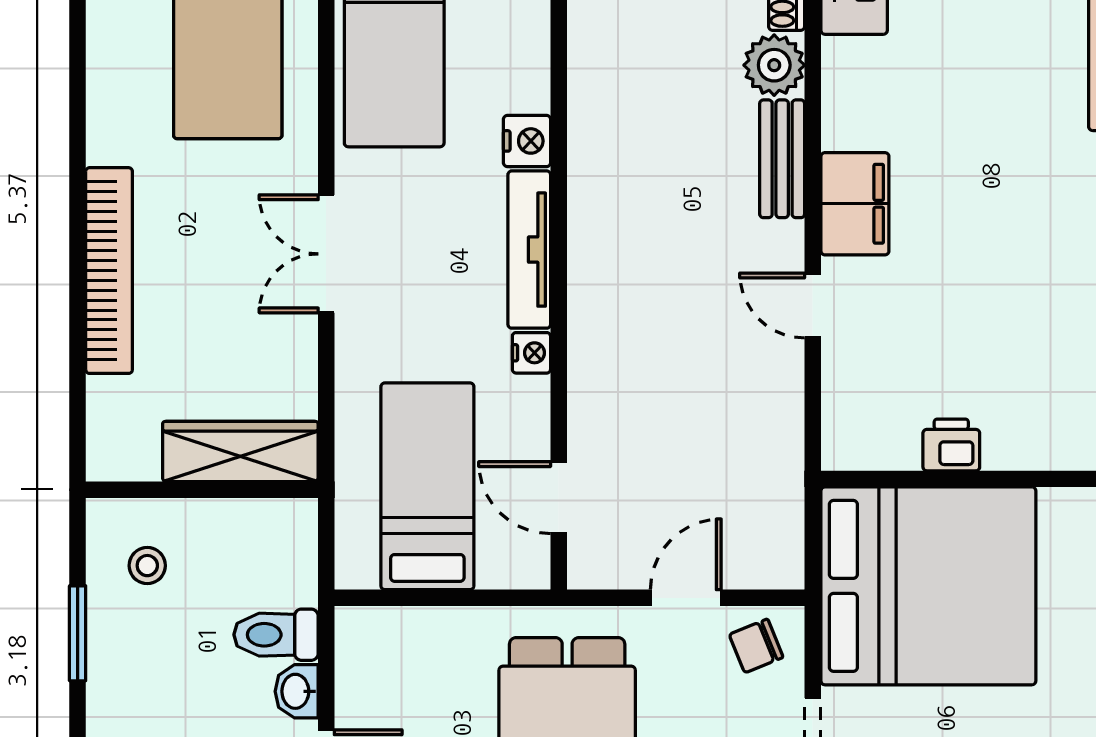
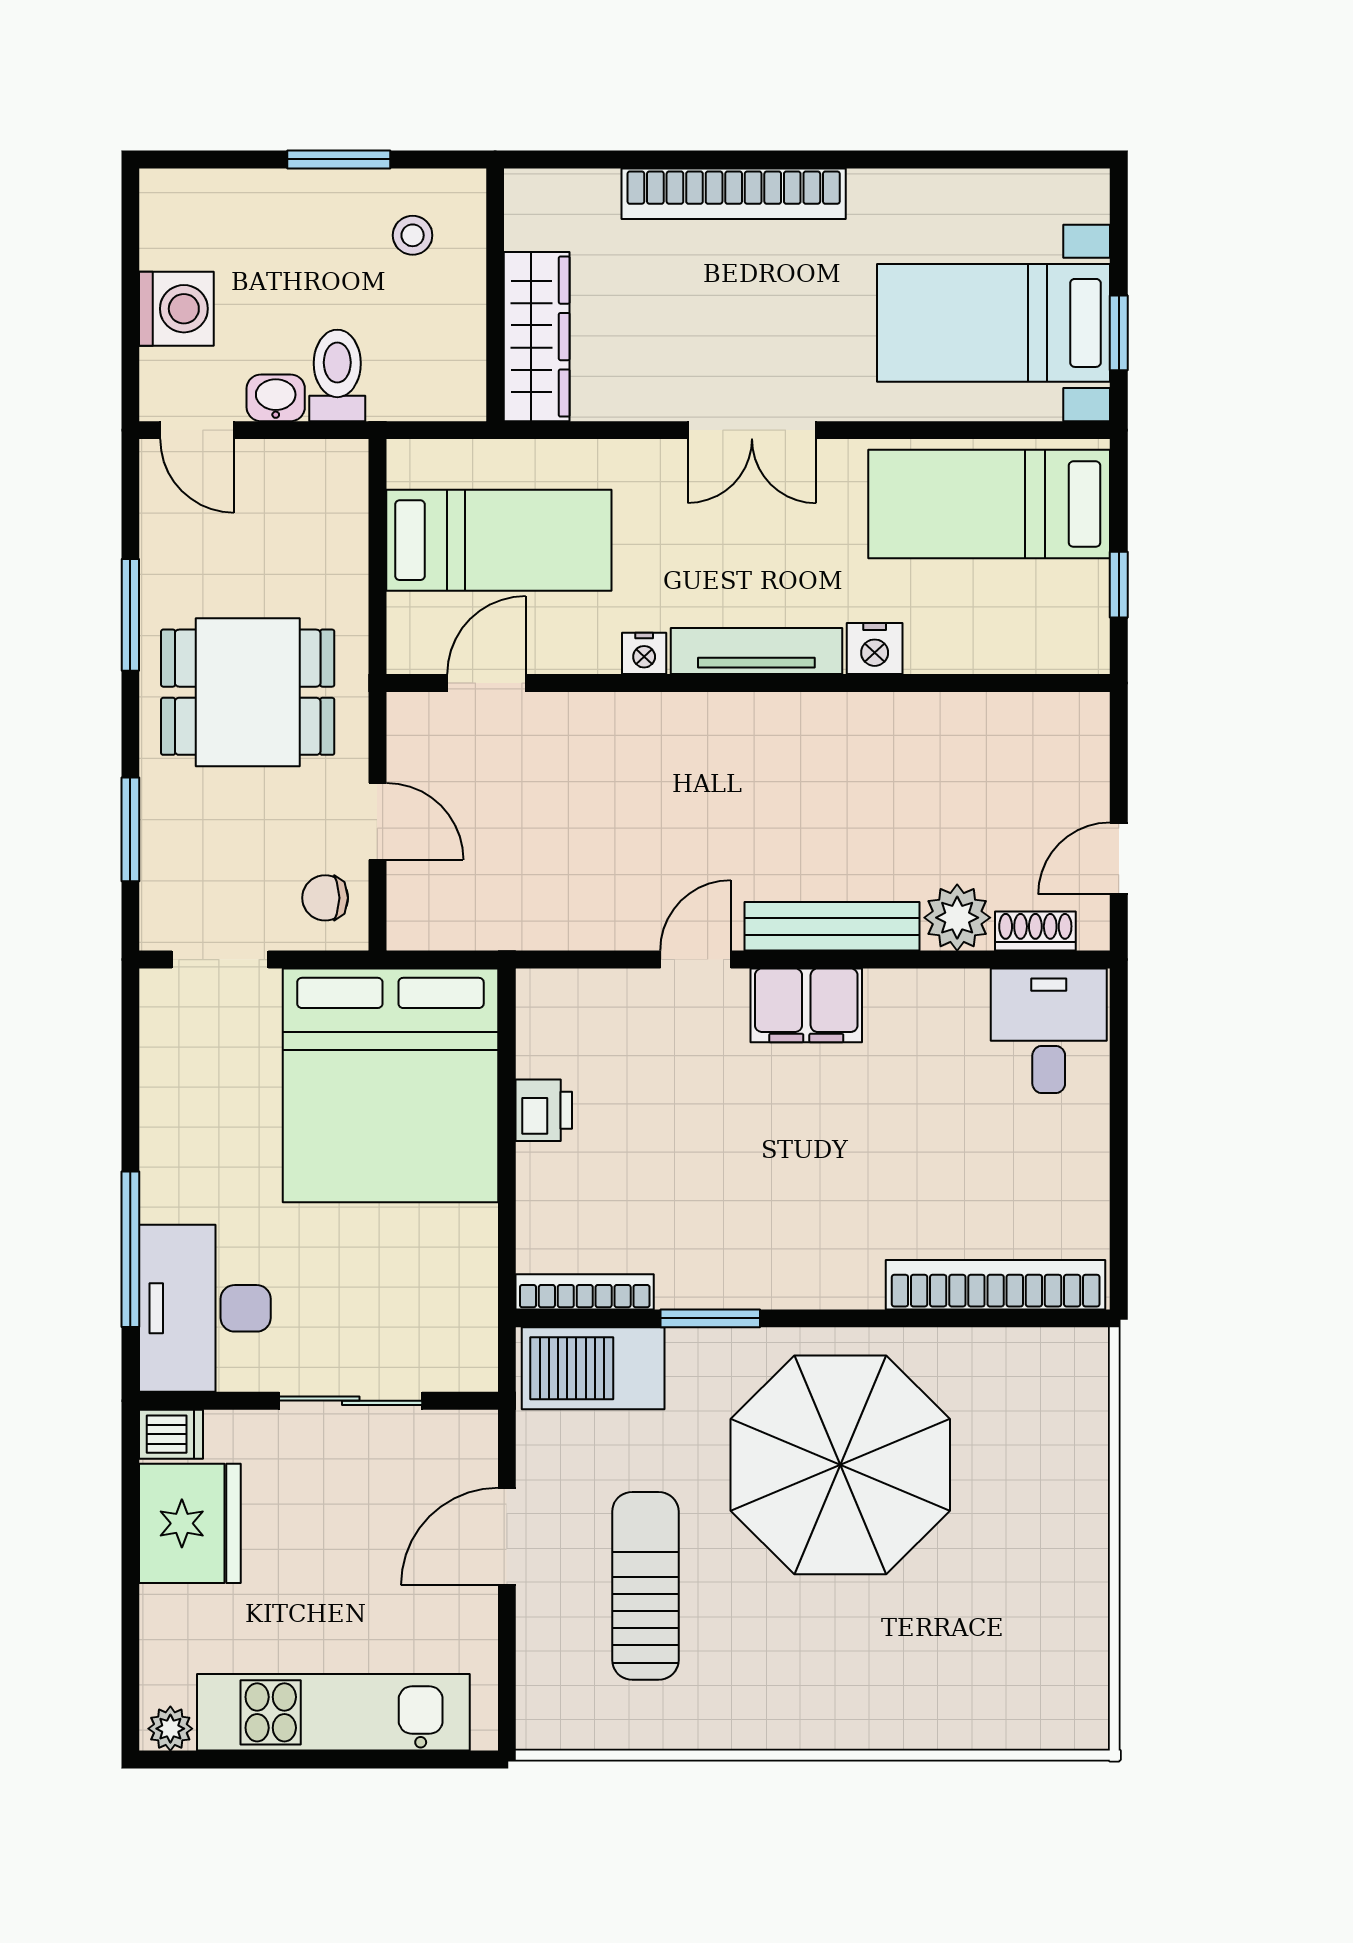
bench: (782, 159) -> (832, 926), width x1.36
double door: (326, 254) -> (752, 430), swing flipped
chair: (756, 646) -> (325, 898), turned -68

